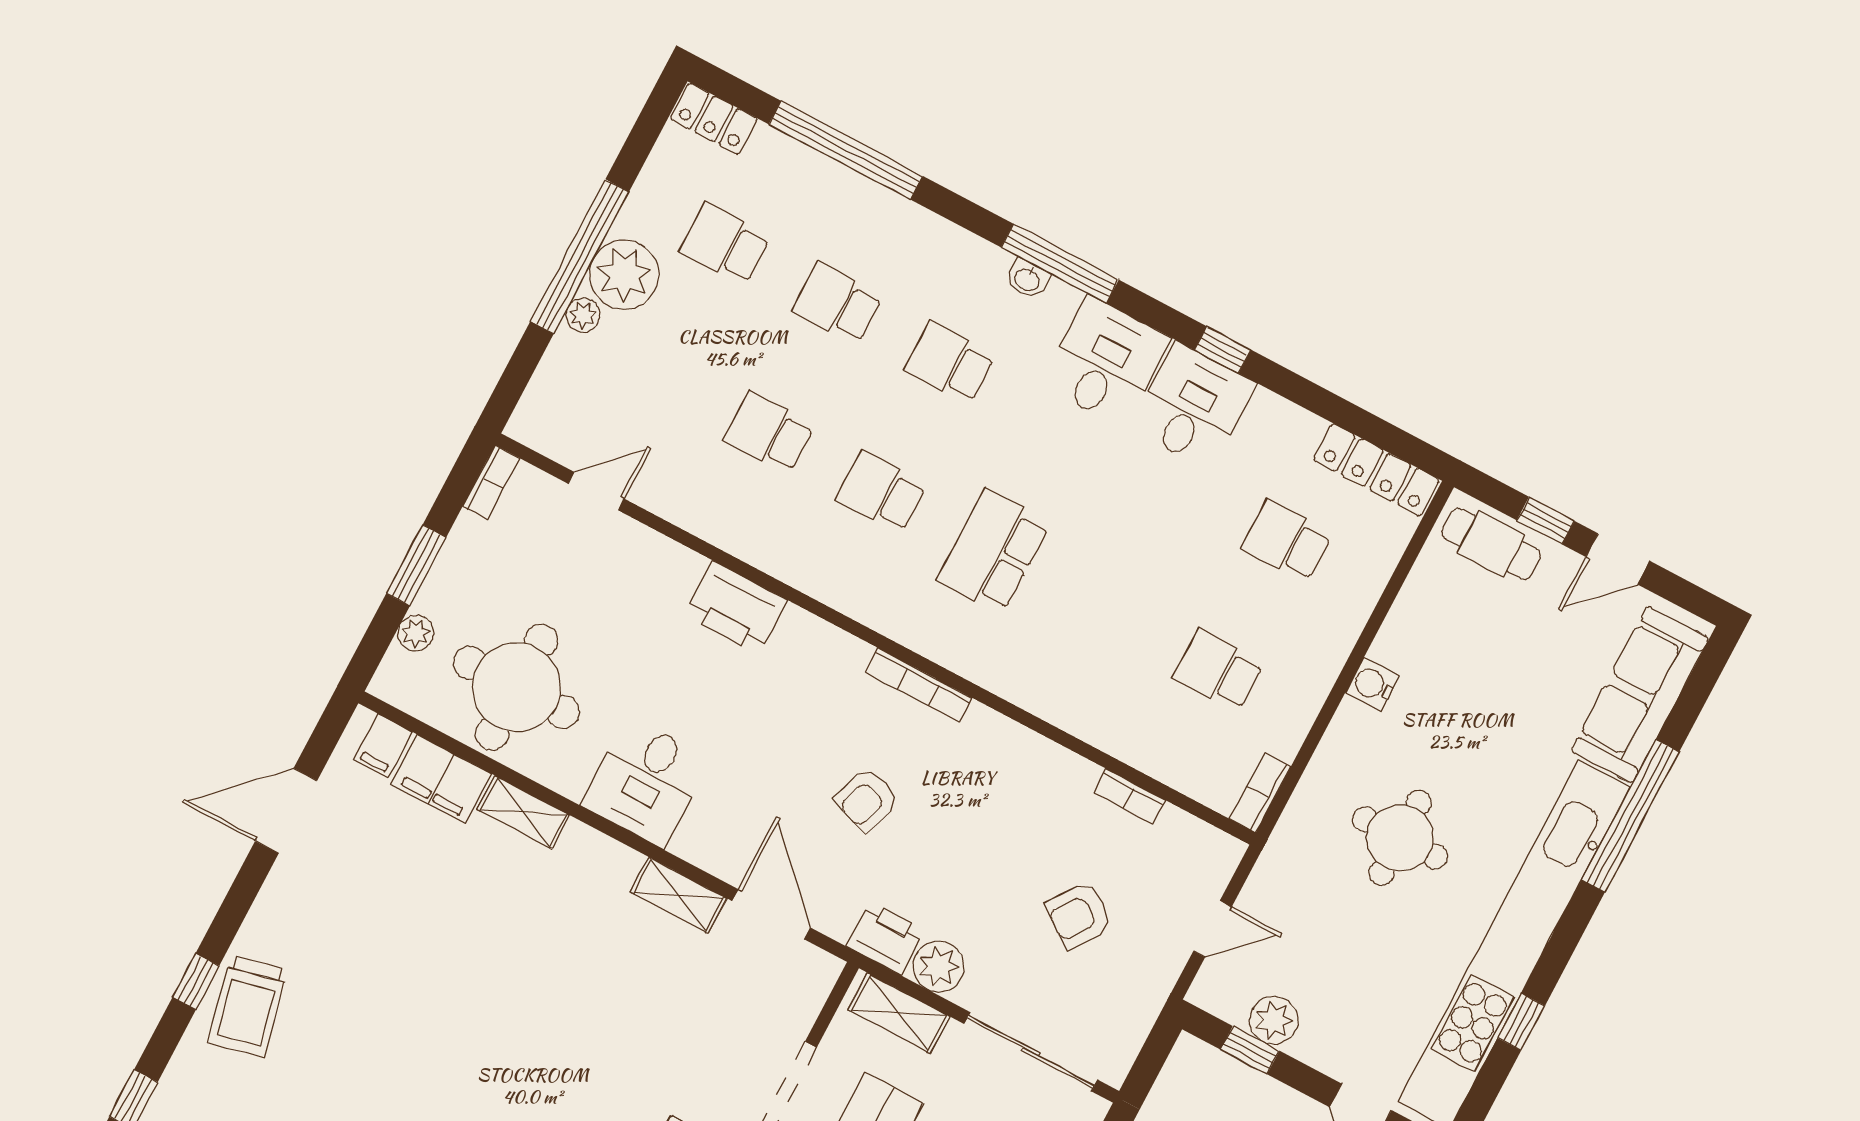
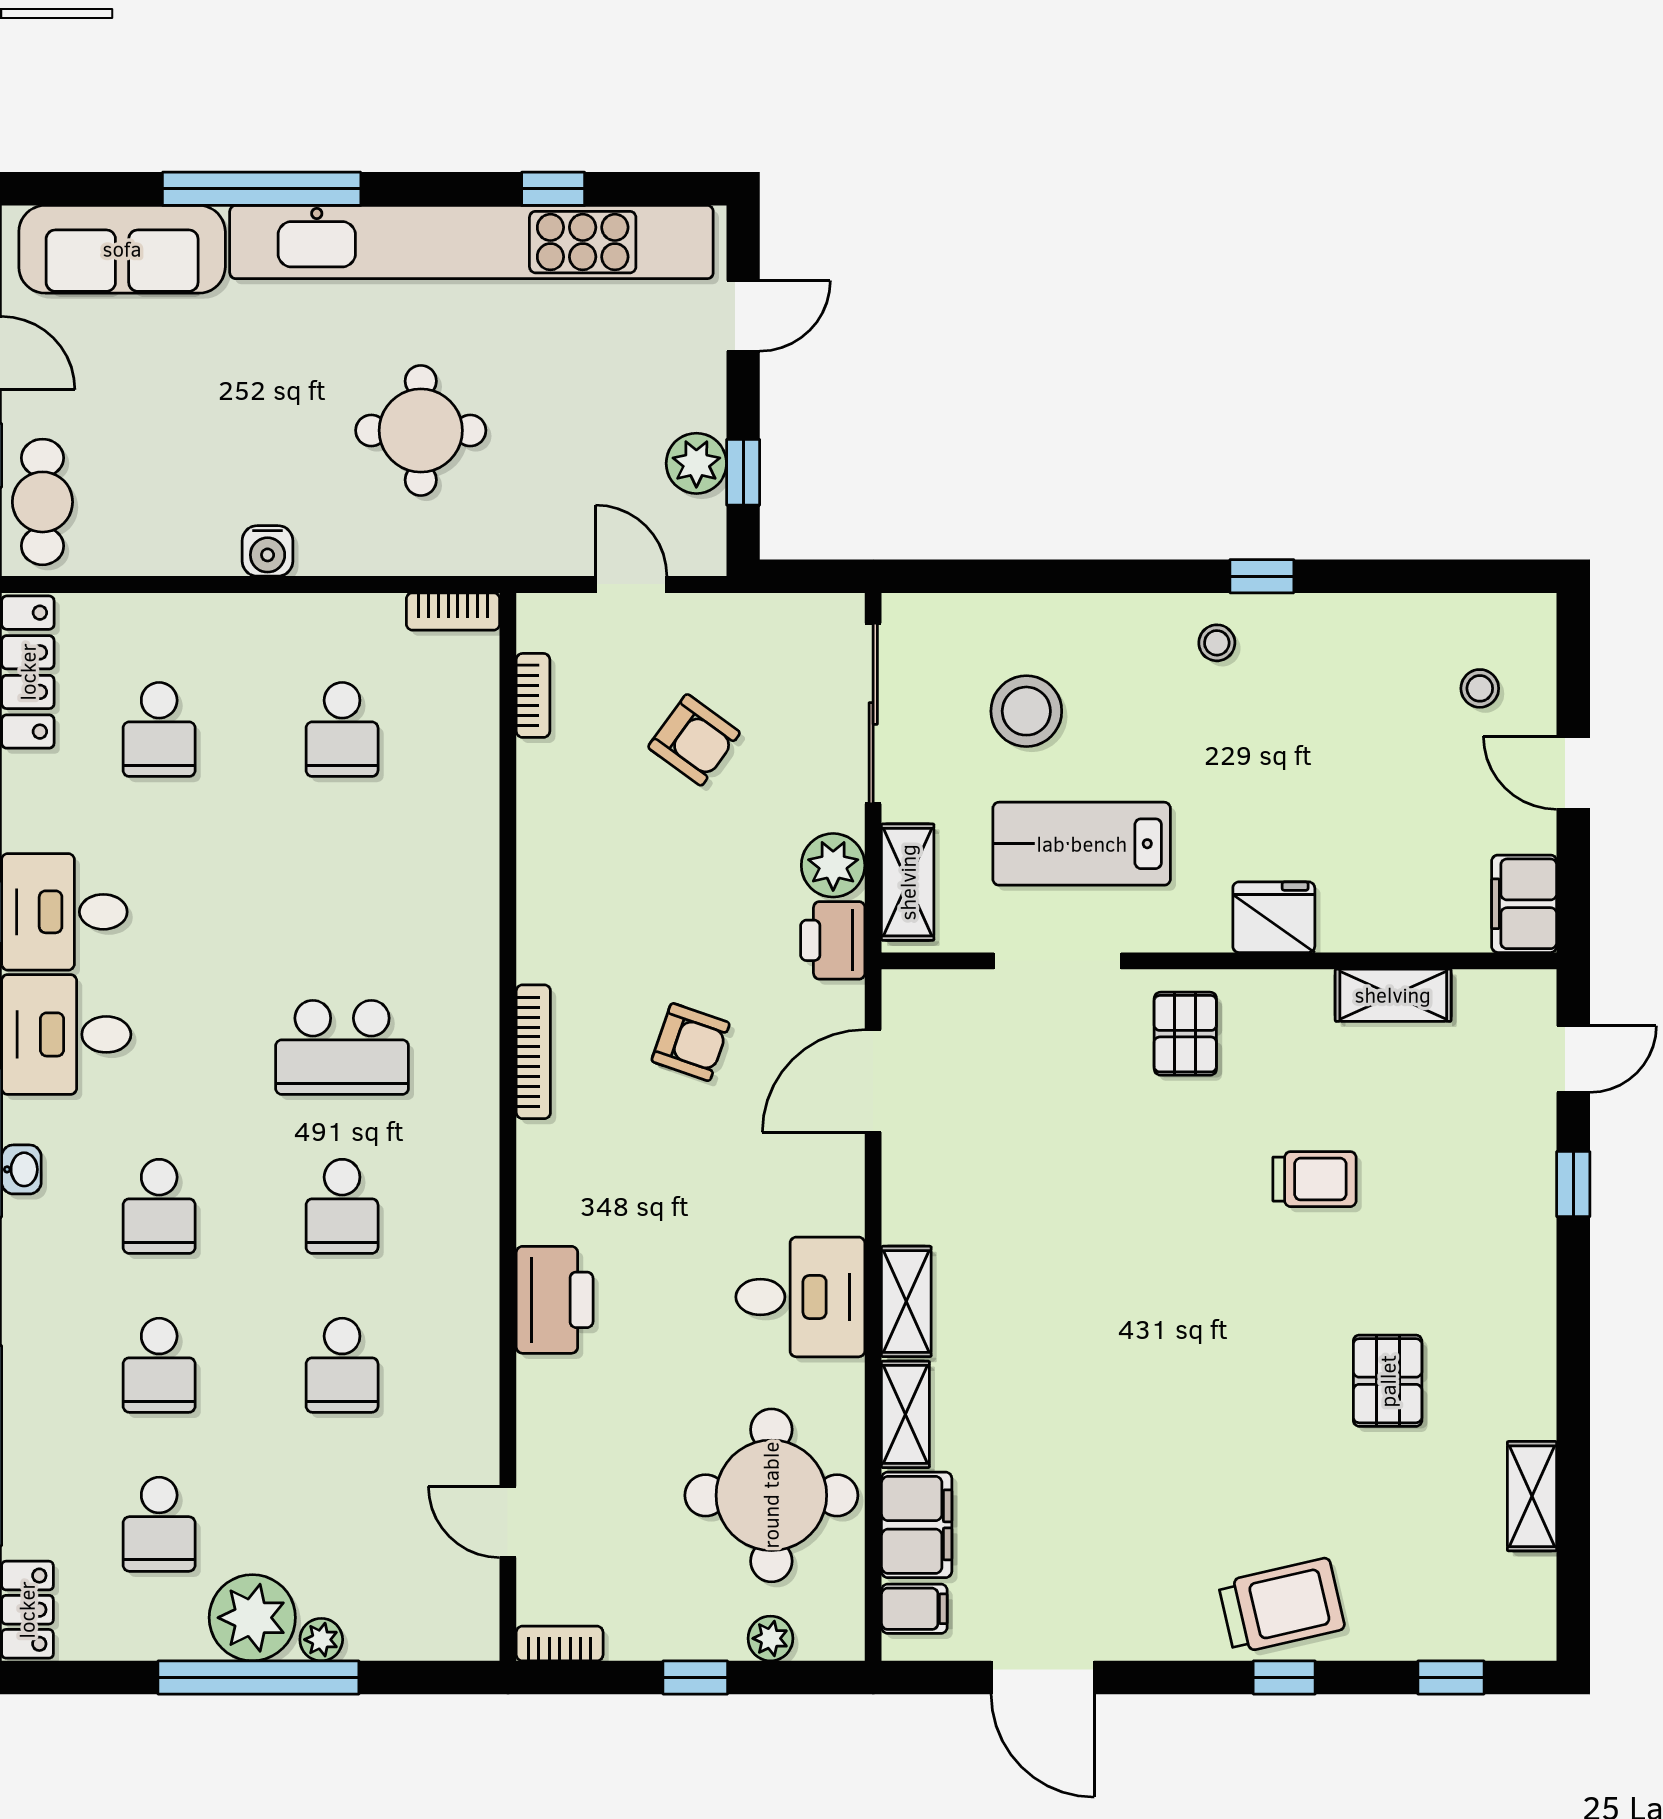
window: (416, 565) -> (695, 1677), width x0.67
bookcase: (1129, 796) -> (533, 695), moved
shelving: (678, 895) -> (906, 1301), moved

